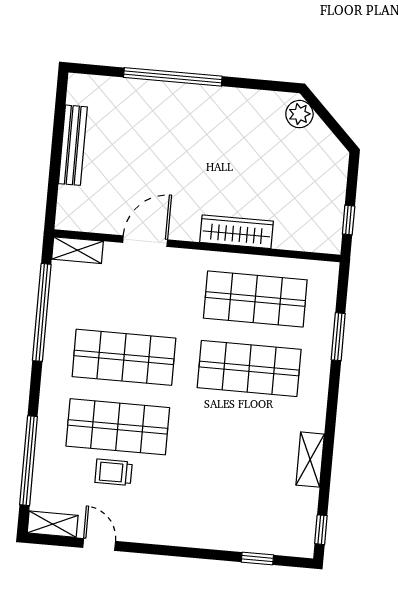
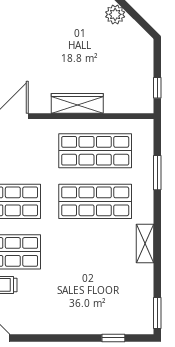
shelving: (310, 460) -> (145, 244), moved
window: (321, 530) -> (157, 313), width x1.50

